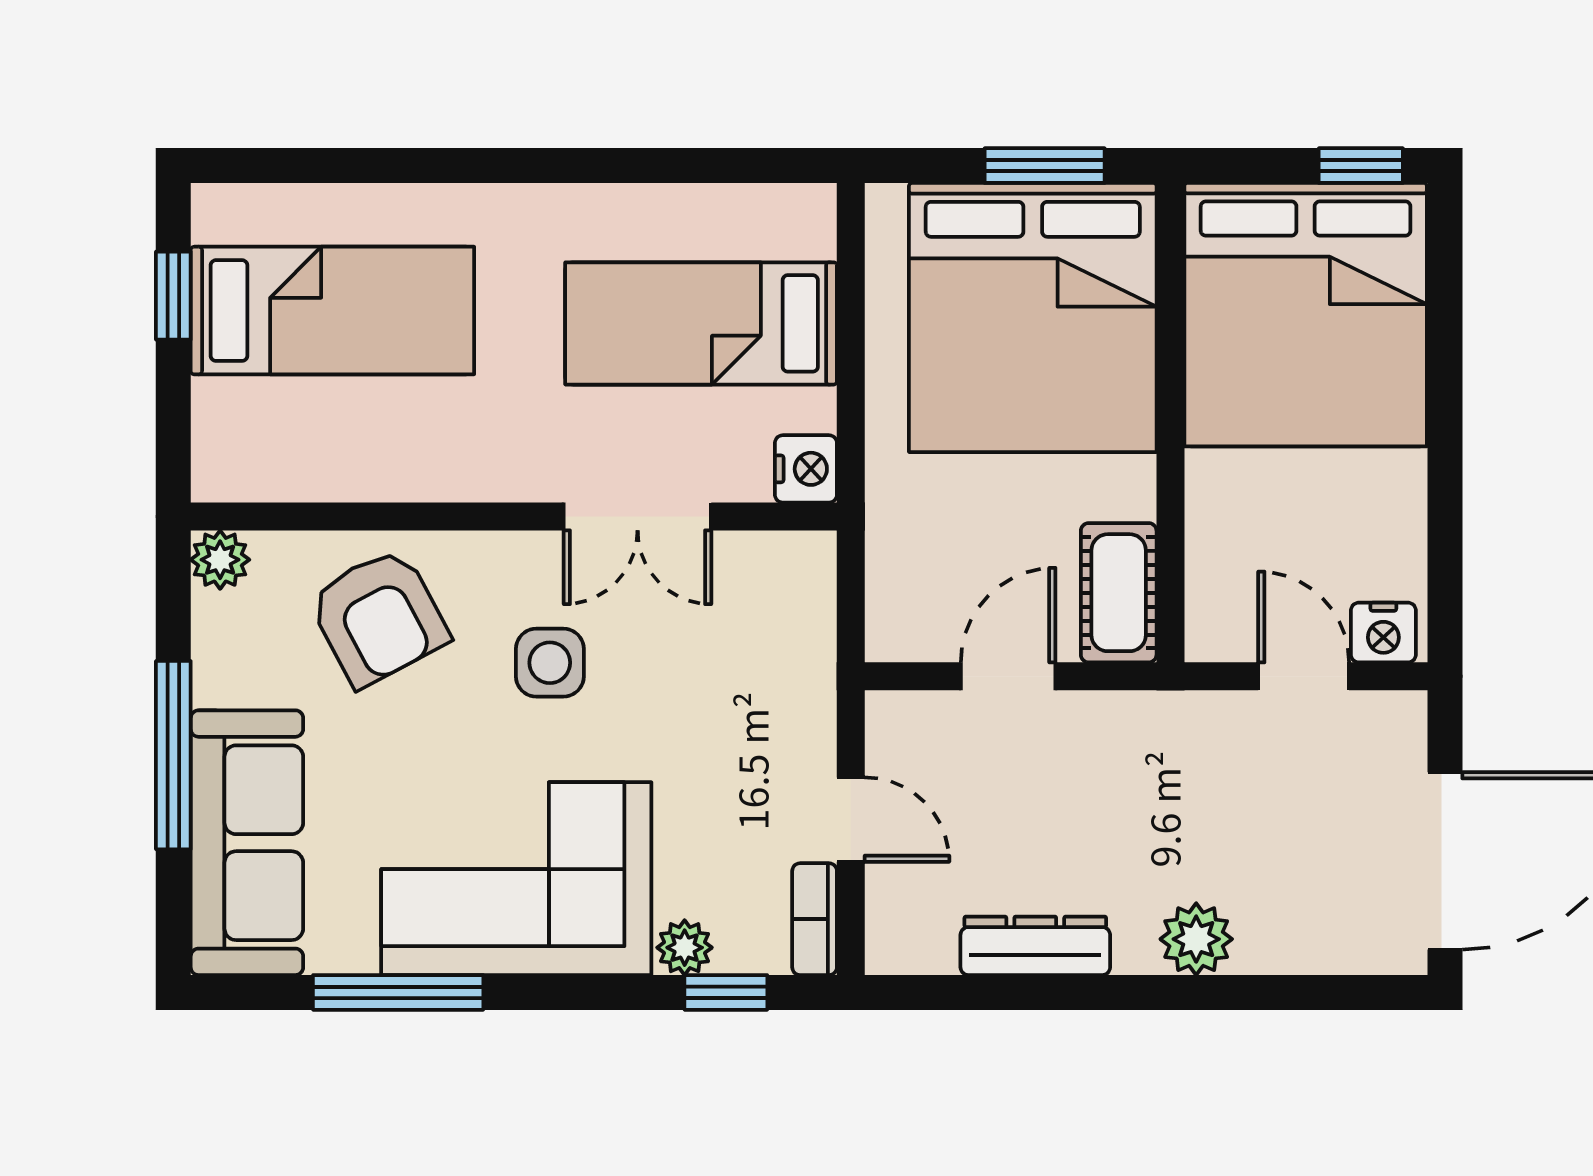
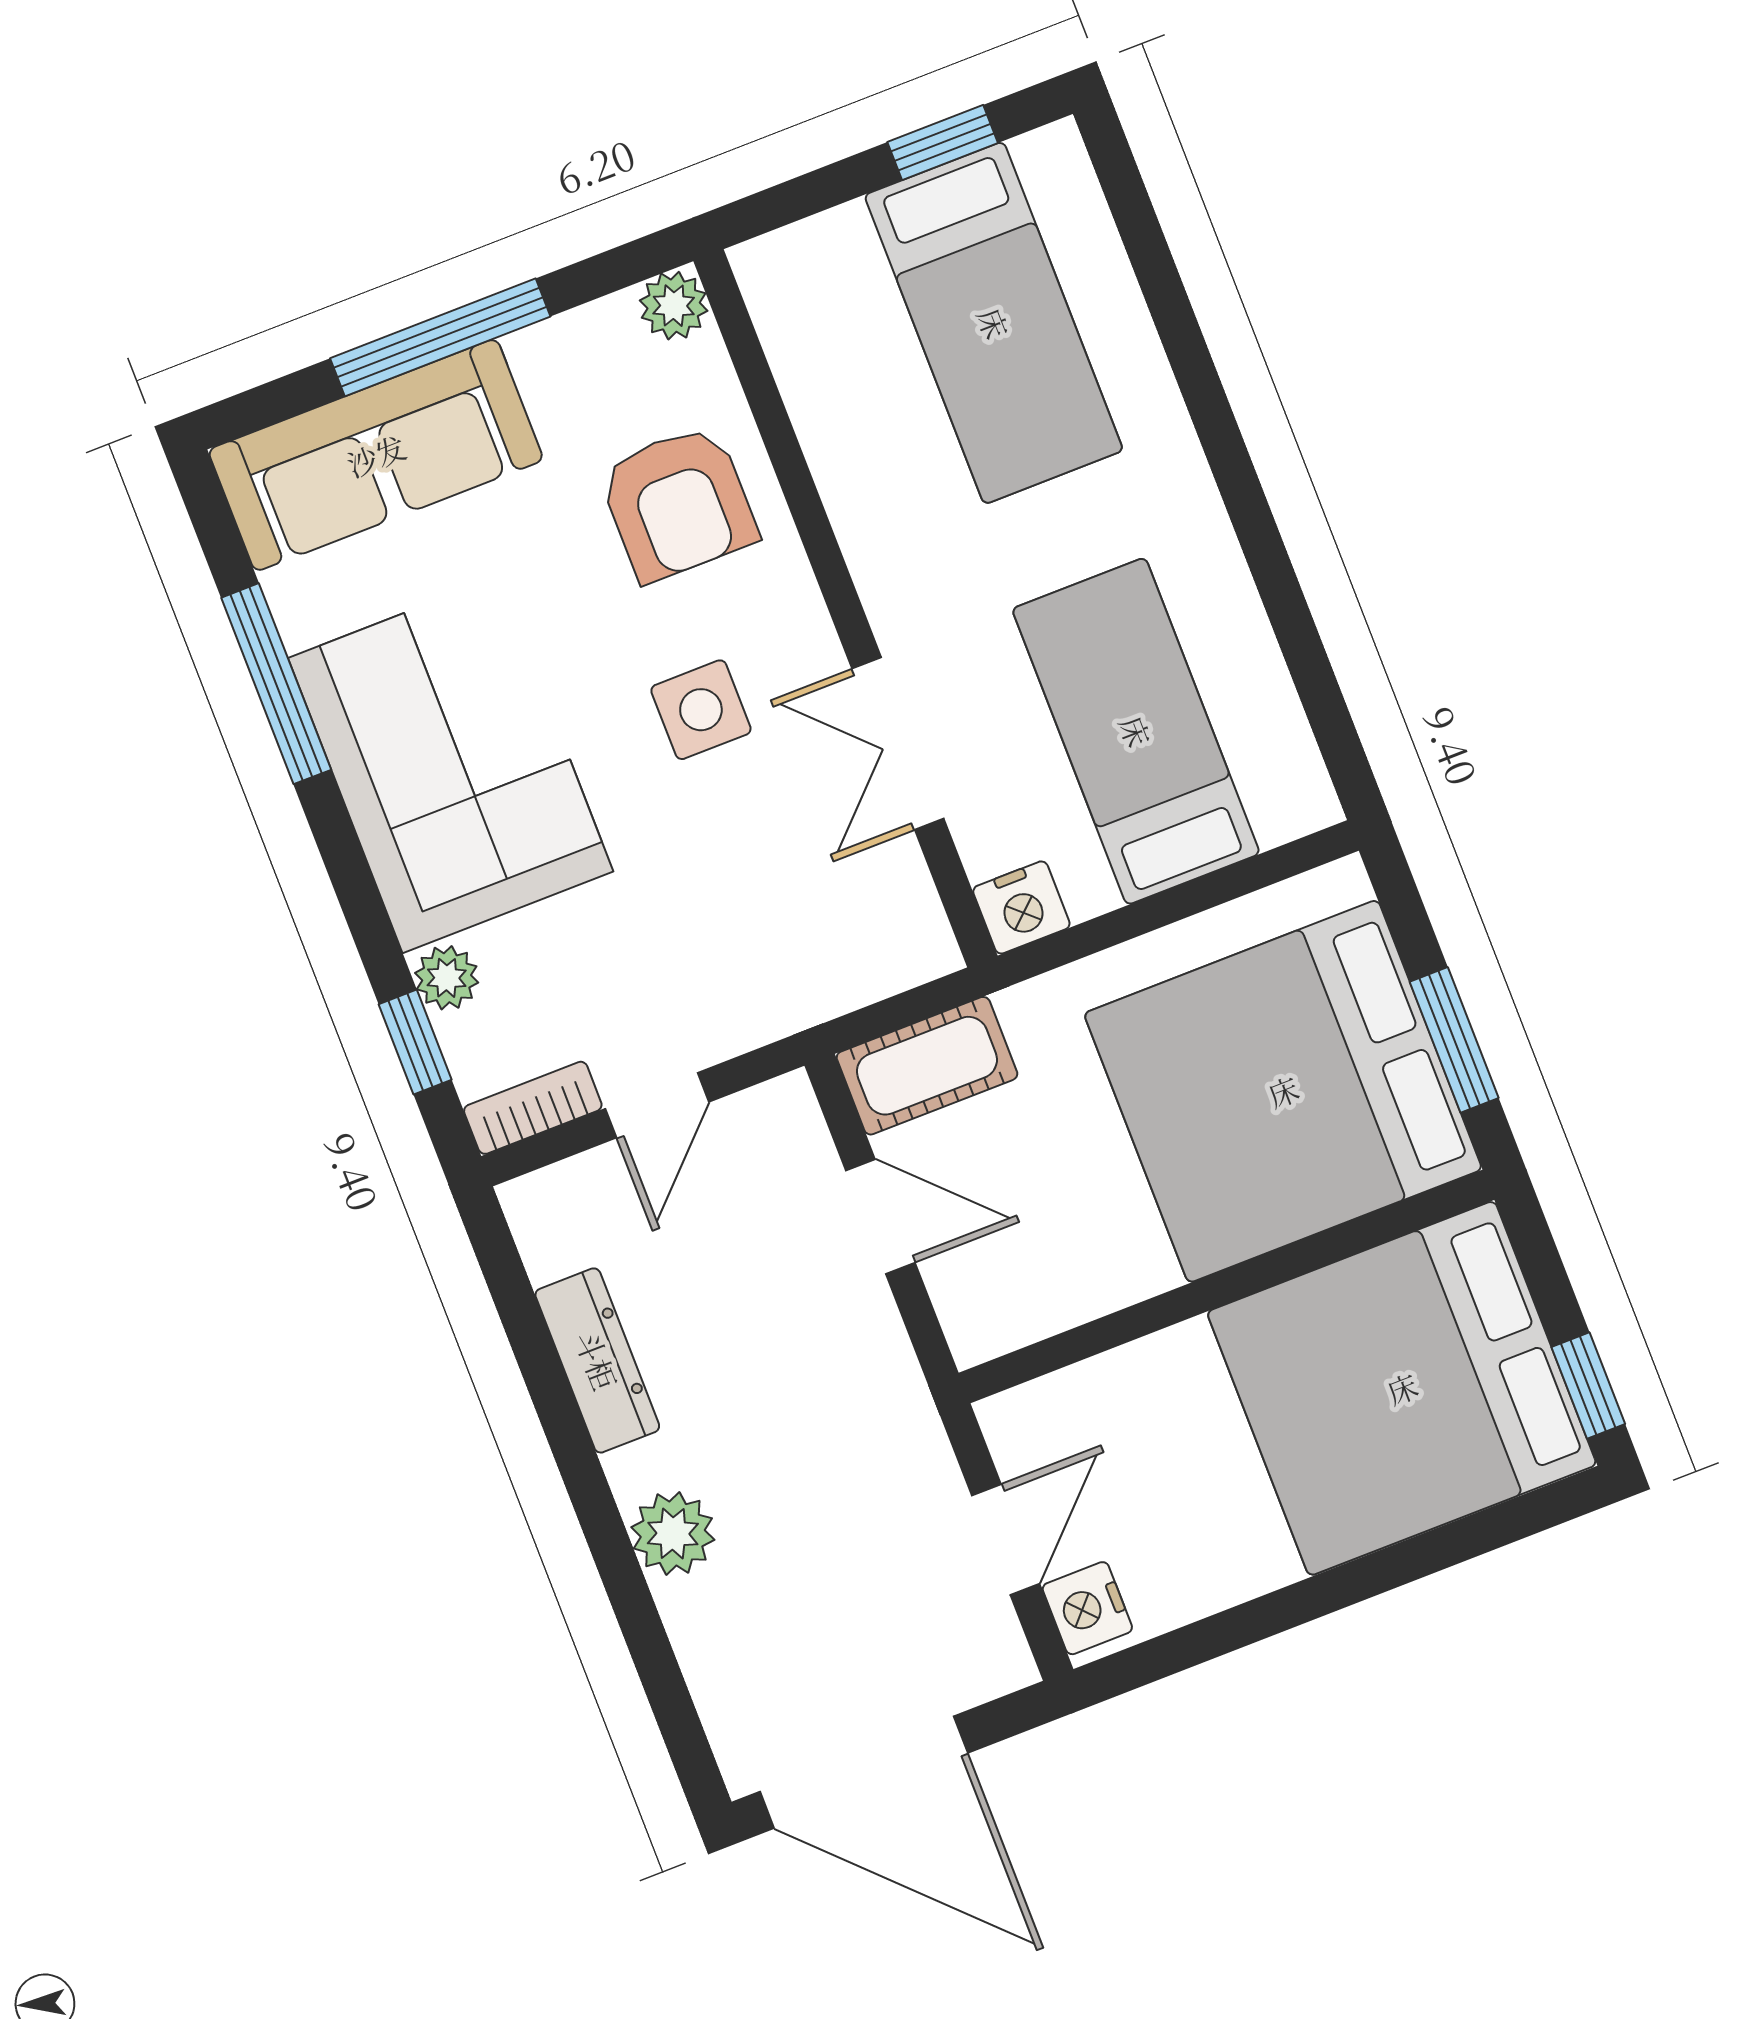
cot: (1119, 593) -> (927, 1066), moved
armchair: (378, 617) -> (678, 503), turned -62

